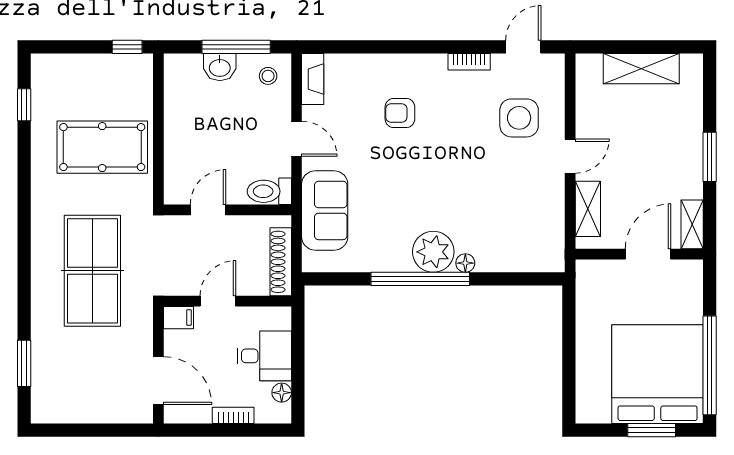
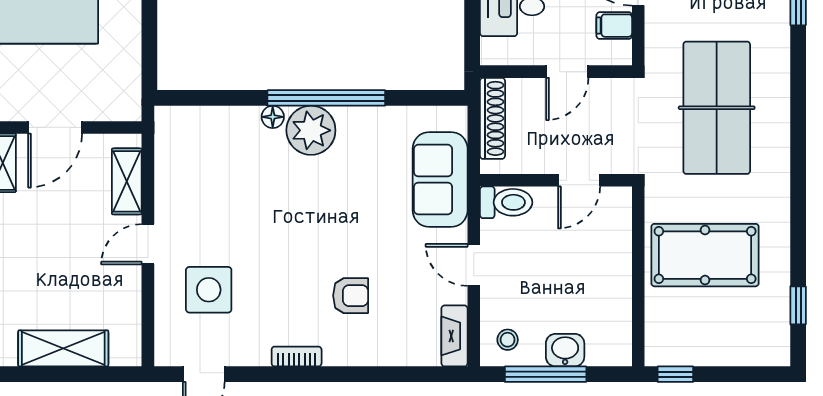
bookcase: (469, 62) -> (297, 356), moved
filing cabinet: (178, 318) -> (614, 26), moved

